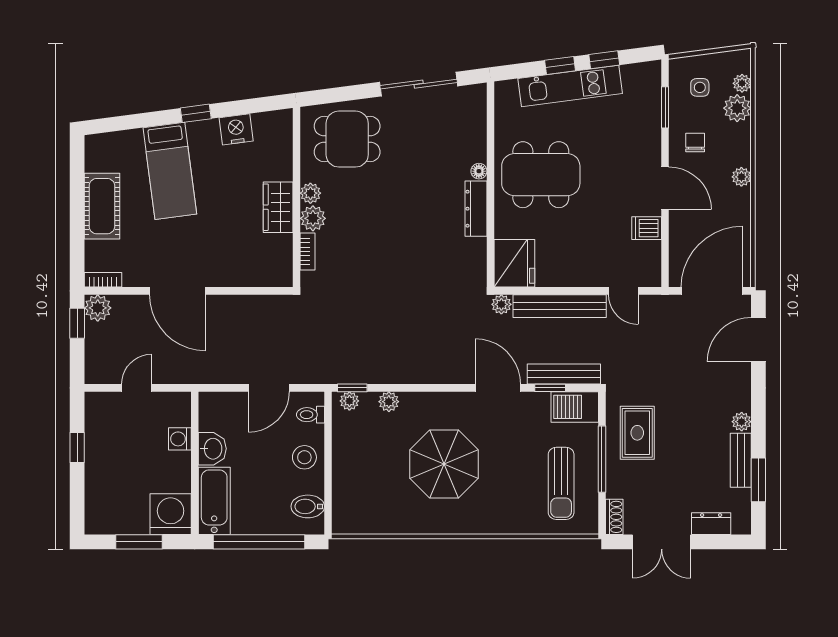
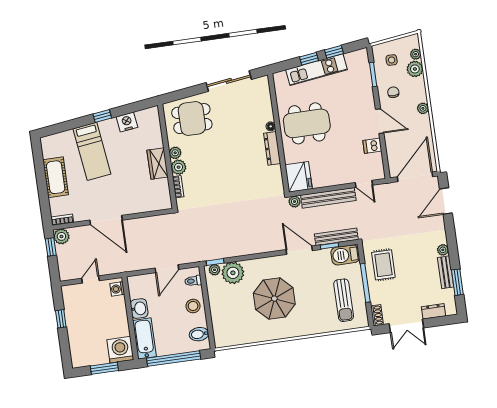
plant: (389, 402) -> (233, 273), width x1.88, depth x1.88
washing machine: (180, 439) -> (117, 289), moved

